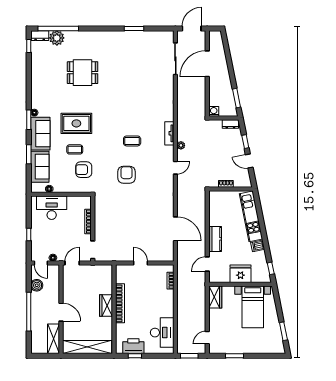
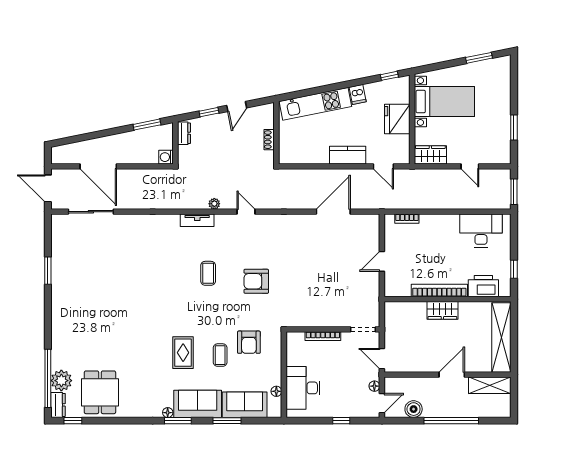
dining table: (83, 73) -> (100, 392), moved
rug: (76, 123) -> (183, 353), width x0.73, depth x0.70
door: (207, 338) -> (470, 166), moved
printer: (133, 346) -> (483, 286), moved, turned 90

